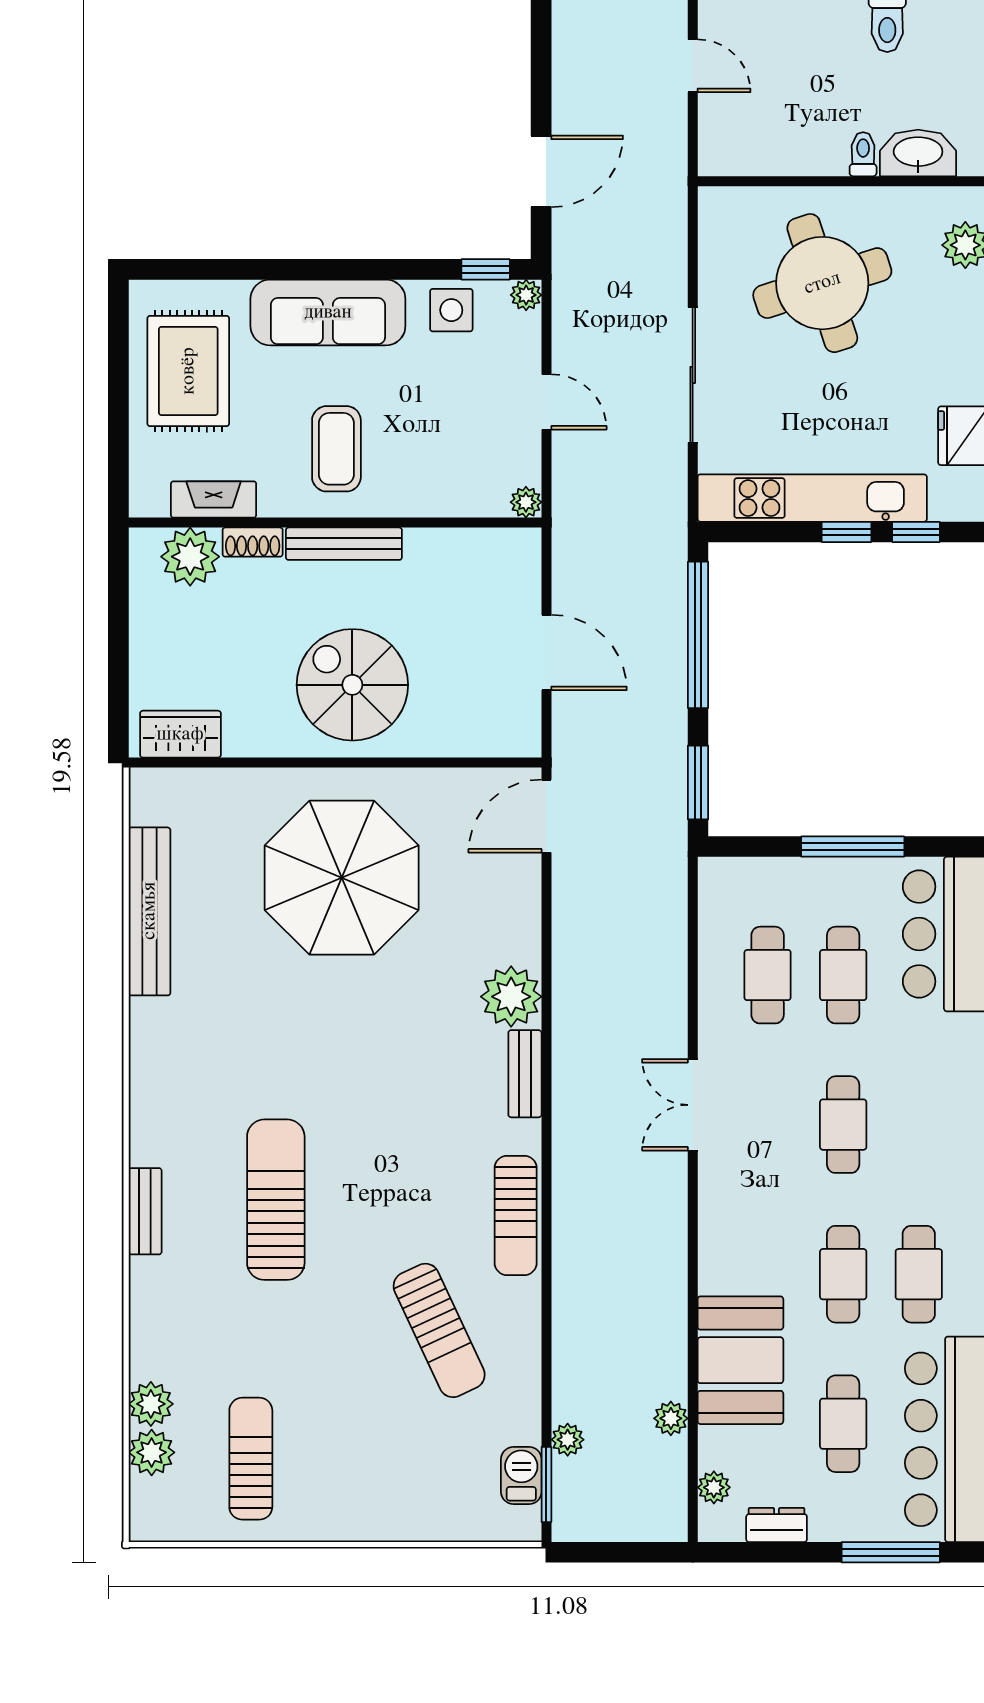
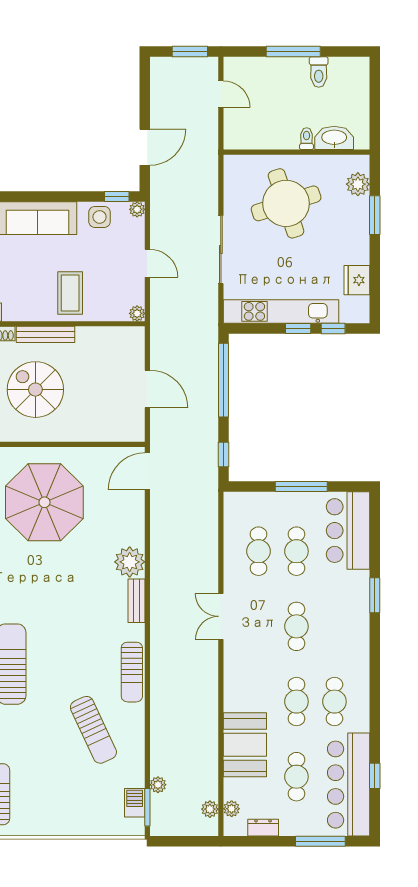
coffee table: (336, 449) -> (70, 293), moved
spiral stairs: (352, 685) -> (35, 390), moved
window: (698, 782) -> (224, 454), width x0.67
plant: (671, 1418) -> (210, 809), moved

